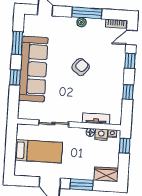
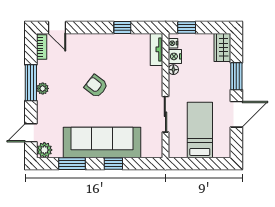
plant: (30, 21) -> (44, 150), added
window: (130, 61) -> (85, 28), removed
tv unit: (96, 119) -> (156, 49), moved

